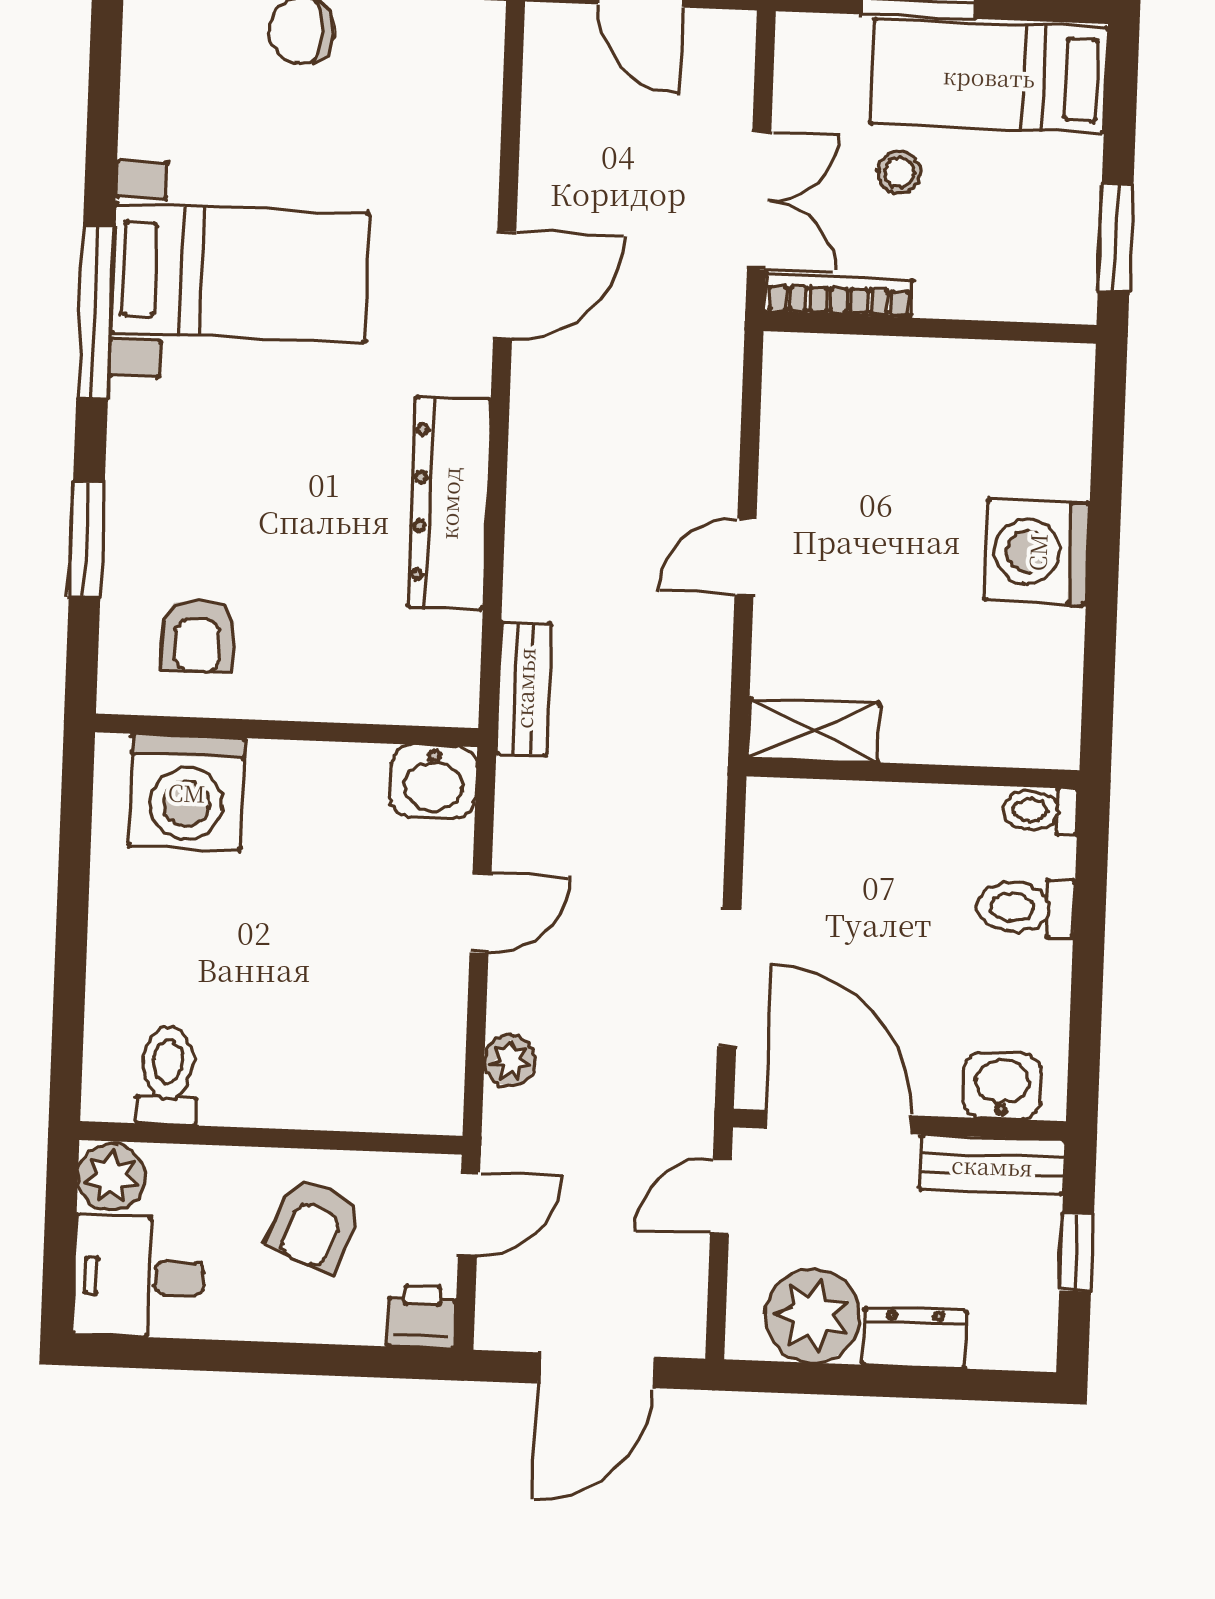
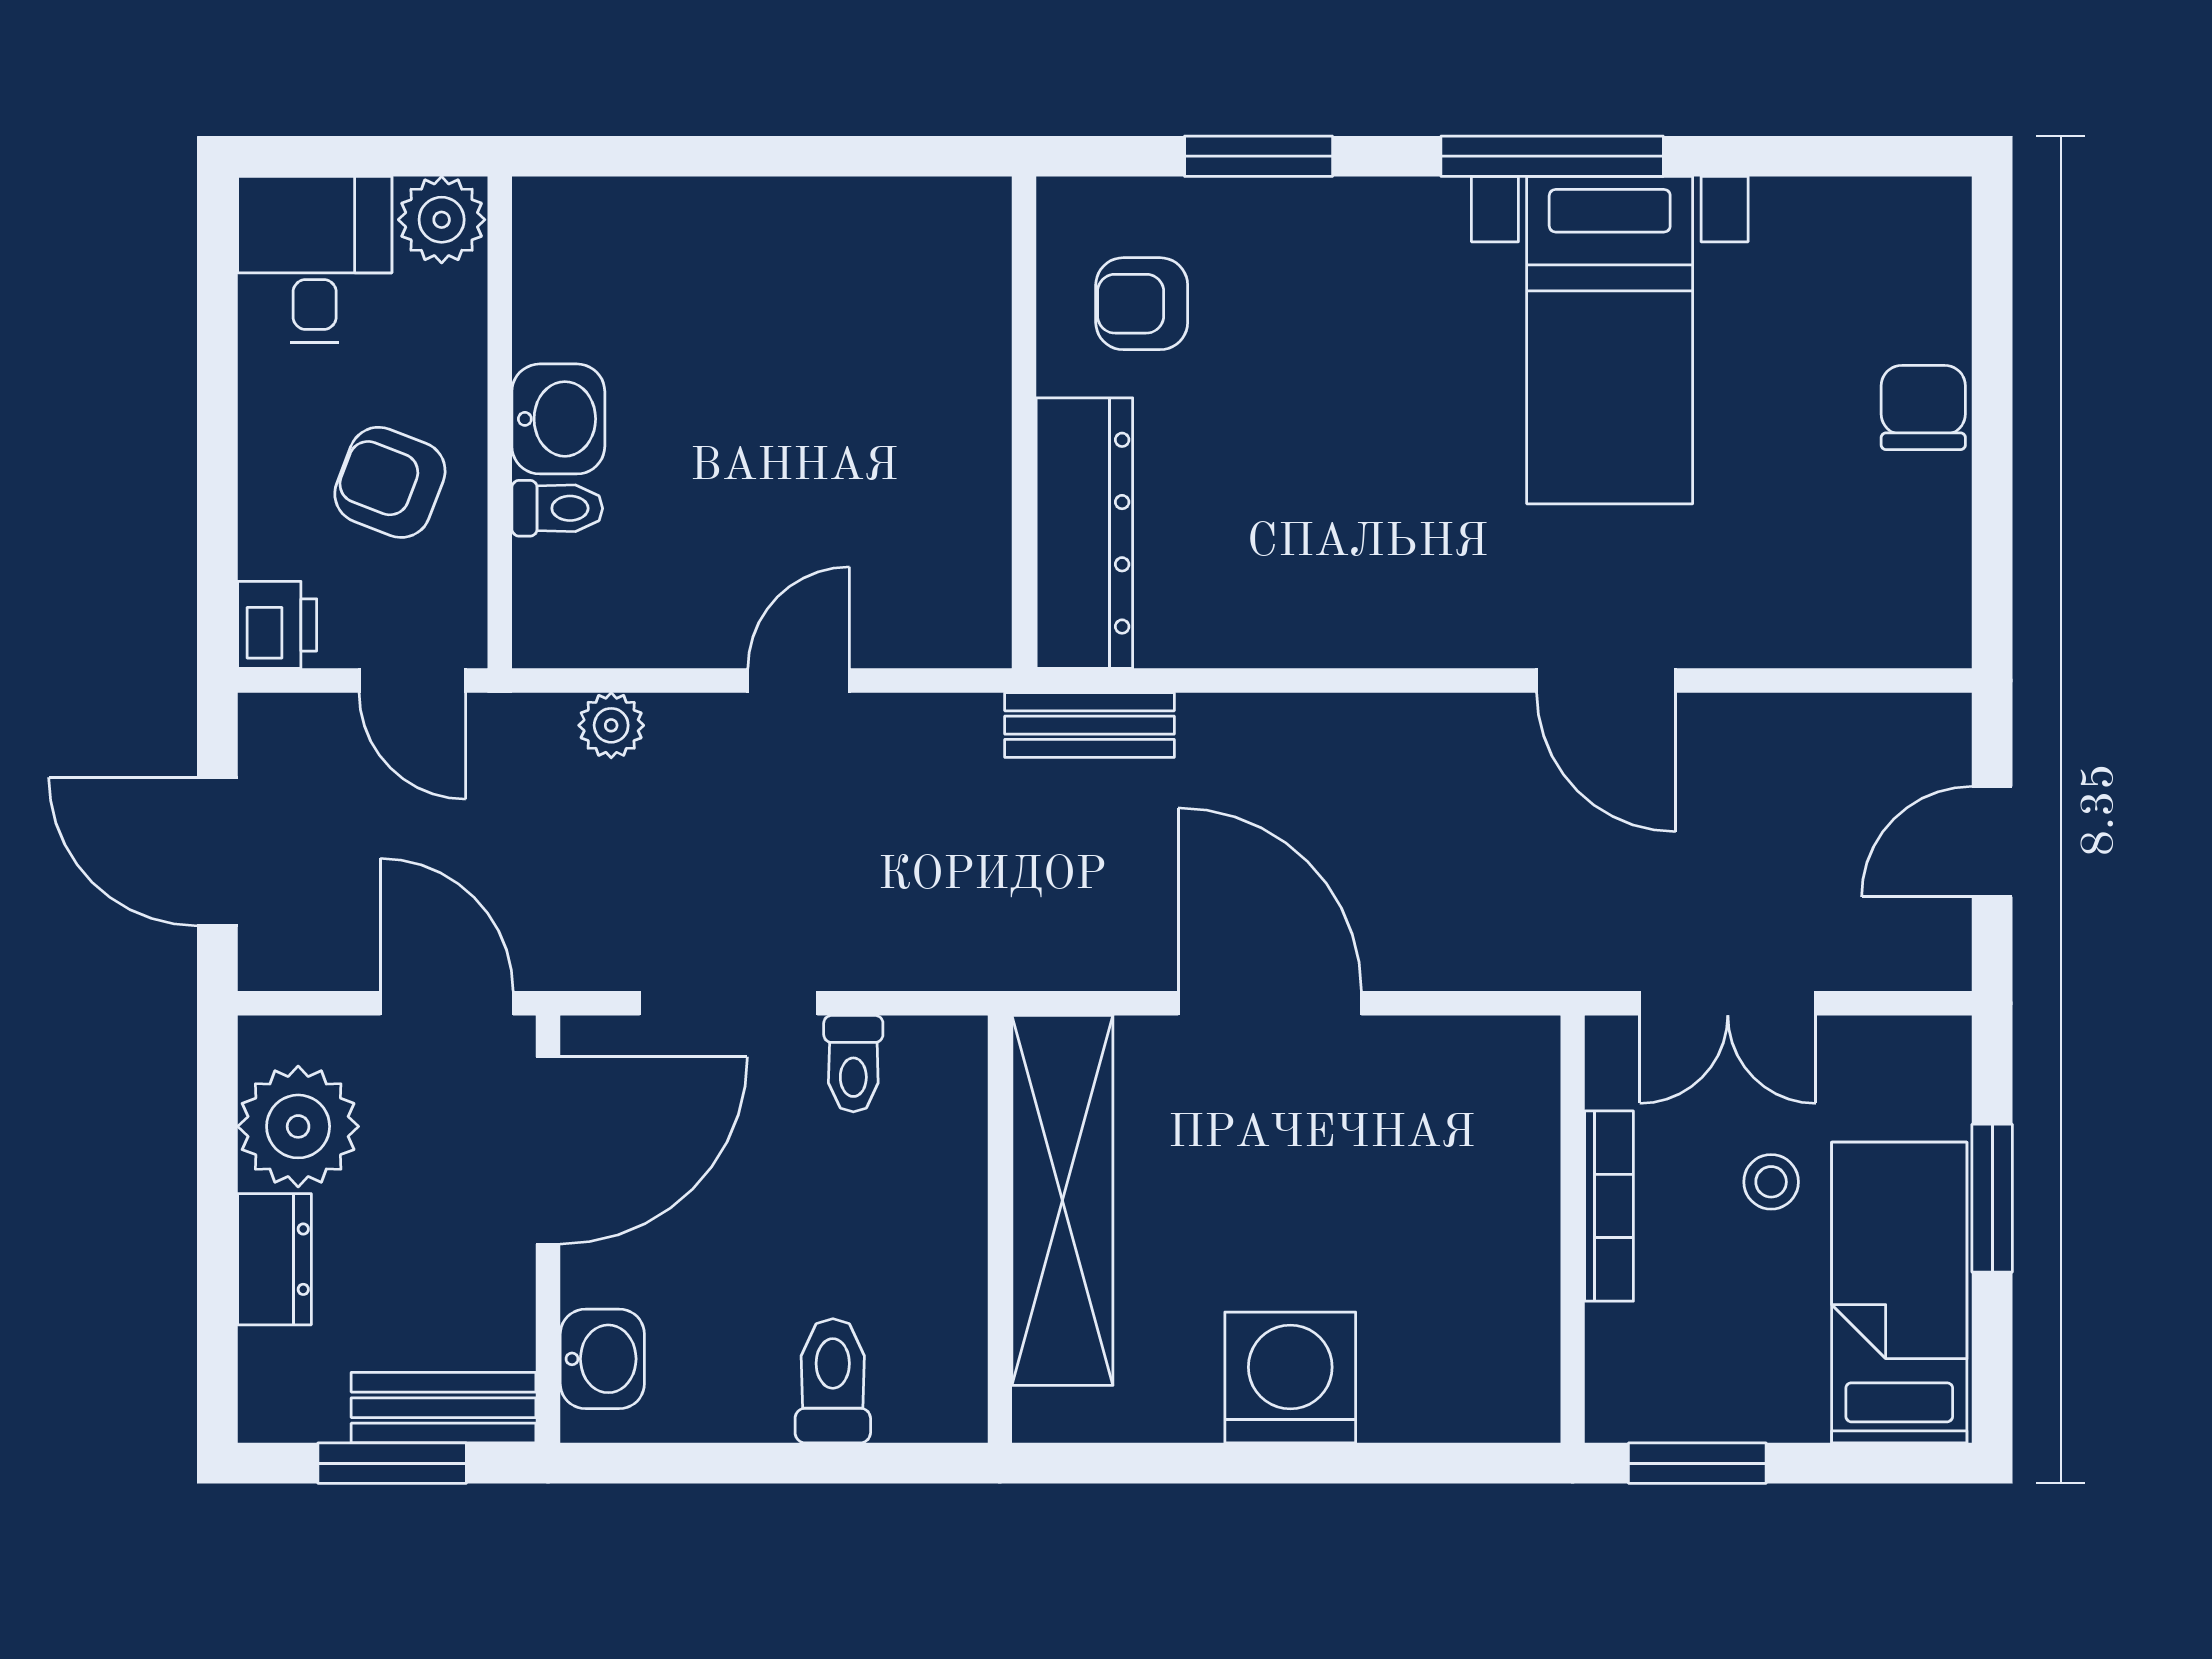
bookcase: (839, 296) -> (1609, 1206), moved
dresser: (449, 503) -> (1084, 533), moved, turned 90
door: (745, 557) -> (1270, 1003), width x1.87
shelving: (814, 731) -> (1062, 1200), width x2.20, depth x1.33
washbasin: (433, 782) -> (558, 419), moved, turned 180
washing machine: (187, 792) -> (940, 297), removed
toilet: (1040, 811) -> (853, 1064), moved, turned 180
door: (481, 913) -> (799, 681), swing flipped
toilet: (168, 1075) -> (557, 508), moved, width x0.73, depth x0.72
bench: (992, 1165) -> (444, 1408), moved, turned 90
door: (721, 1196) -> (447, 1003), width x1.38
window: (1077, 1253) -> (392, 1463), width x1.50

